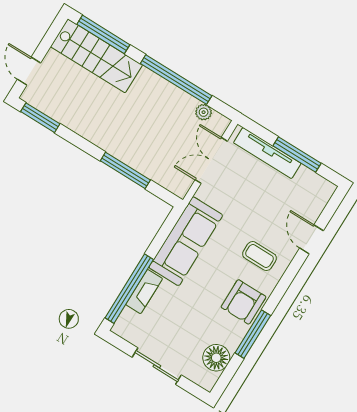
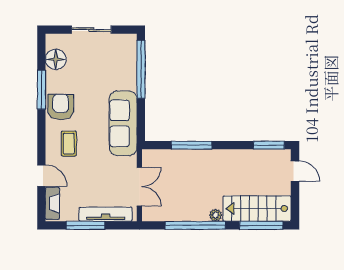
plant: (204, 112) -> (216, 215), moved
coffee table: (259, 256) -> (69, 144), turned 90
fireplace: (144, 292) -> (52, 203), moved, turned 180

